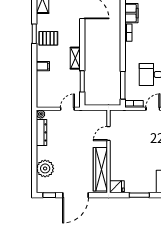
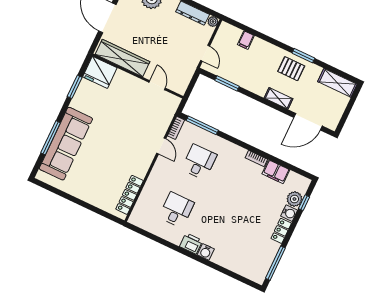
pallet: (48, 38) -> (291, 69), turned 90
shelving: (75, 58) -> (279, 98), moved
filing cabinet: (43, 66) -> (246, 40), moved
fridge: (117, 187) -> (100, 72), width x1.88, depth x1.34

